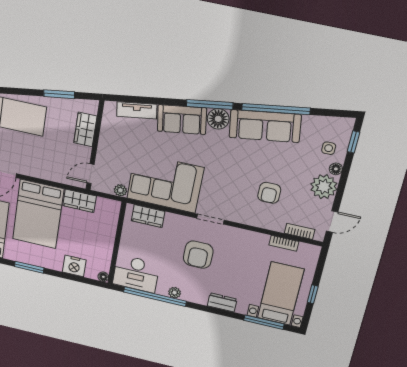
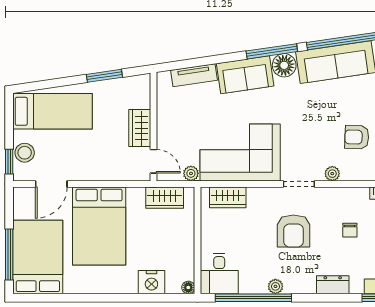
wardrobe: (85, 129) -> (140, 128), moved
door: (90, 174) -> (154, 161), swing flipped
armchair: (269, 193) -> (357, 137), turned 92
wardrobe: (80, 201) -> (165, 198), moved
plant: (241, 217) -> (332, 174), added
chair: (246, 265) -> (350, 230), added
window: (29, 267) -> (97, 298), removed
desk: (136, 274) -> (219, 274), width x0.73

